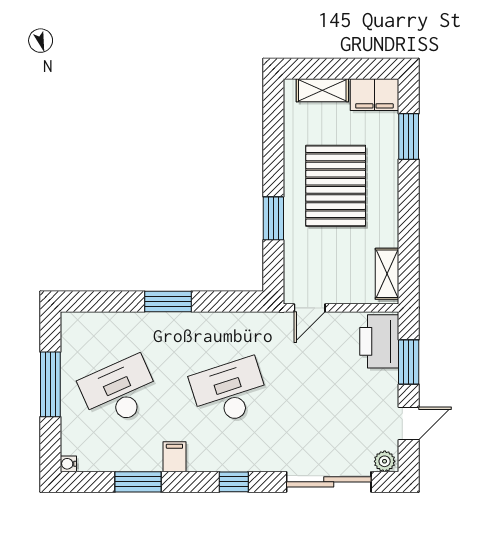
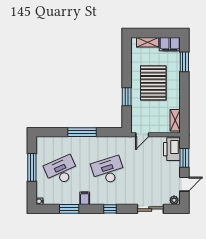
window: (168, 302) -> (82, 132), width x1.44
sliding door: (329, 482) -> (150, 209), width x0.73

